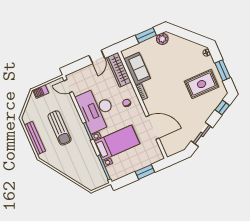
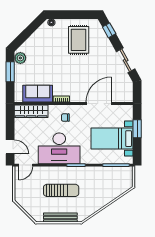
door: (97, 57) -> (10, 147), moved
window: (223, 70) -> (74, 15), removed
barbecue: (41, 91) -> (19, 193), removed
bed with nightstands: (117, 143) -> (112, 139), moved, turned -90

